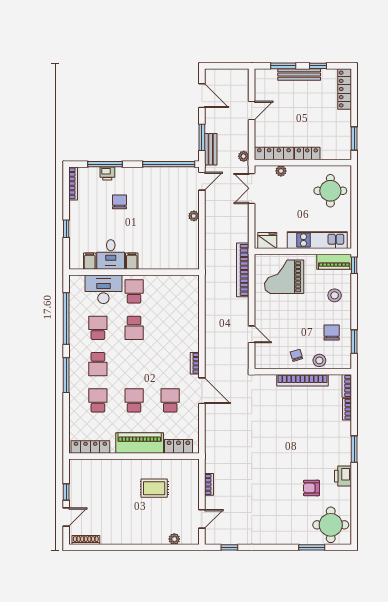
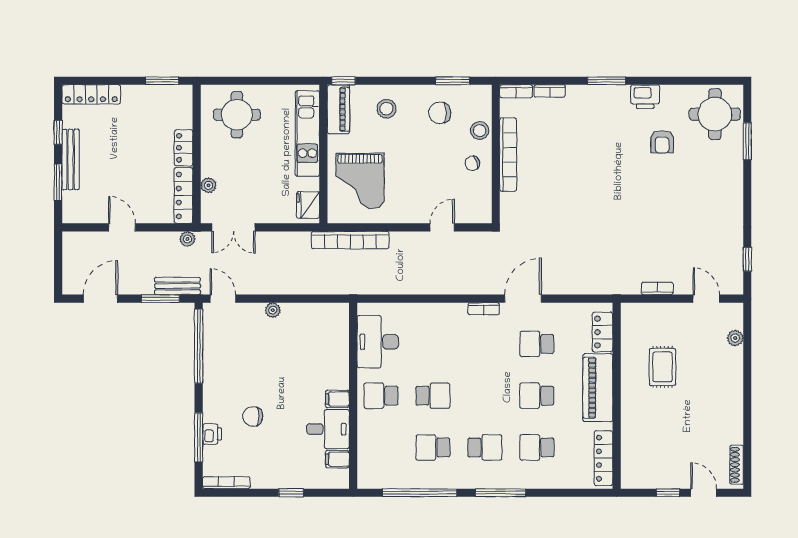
desk: (103, 289) -> (378, 342), moved

